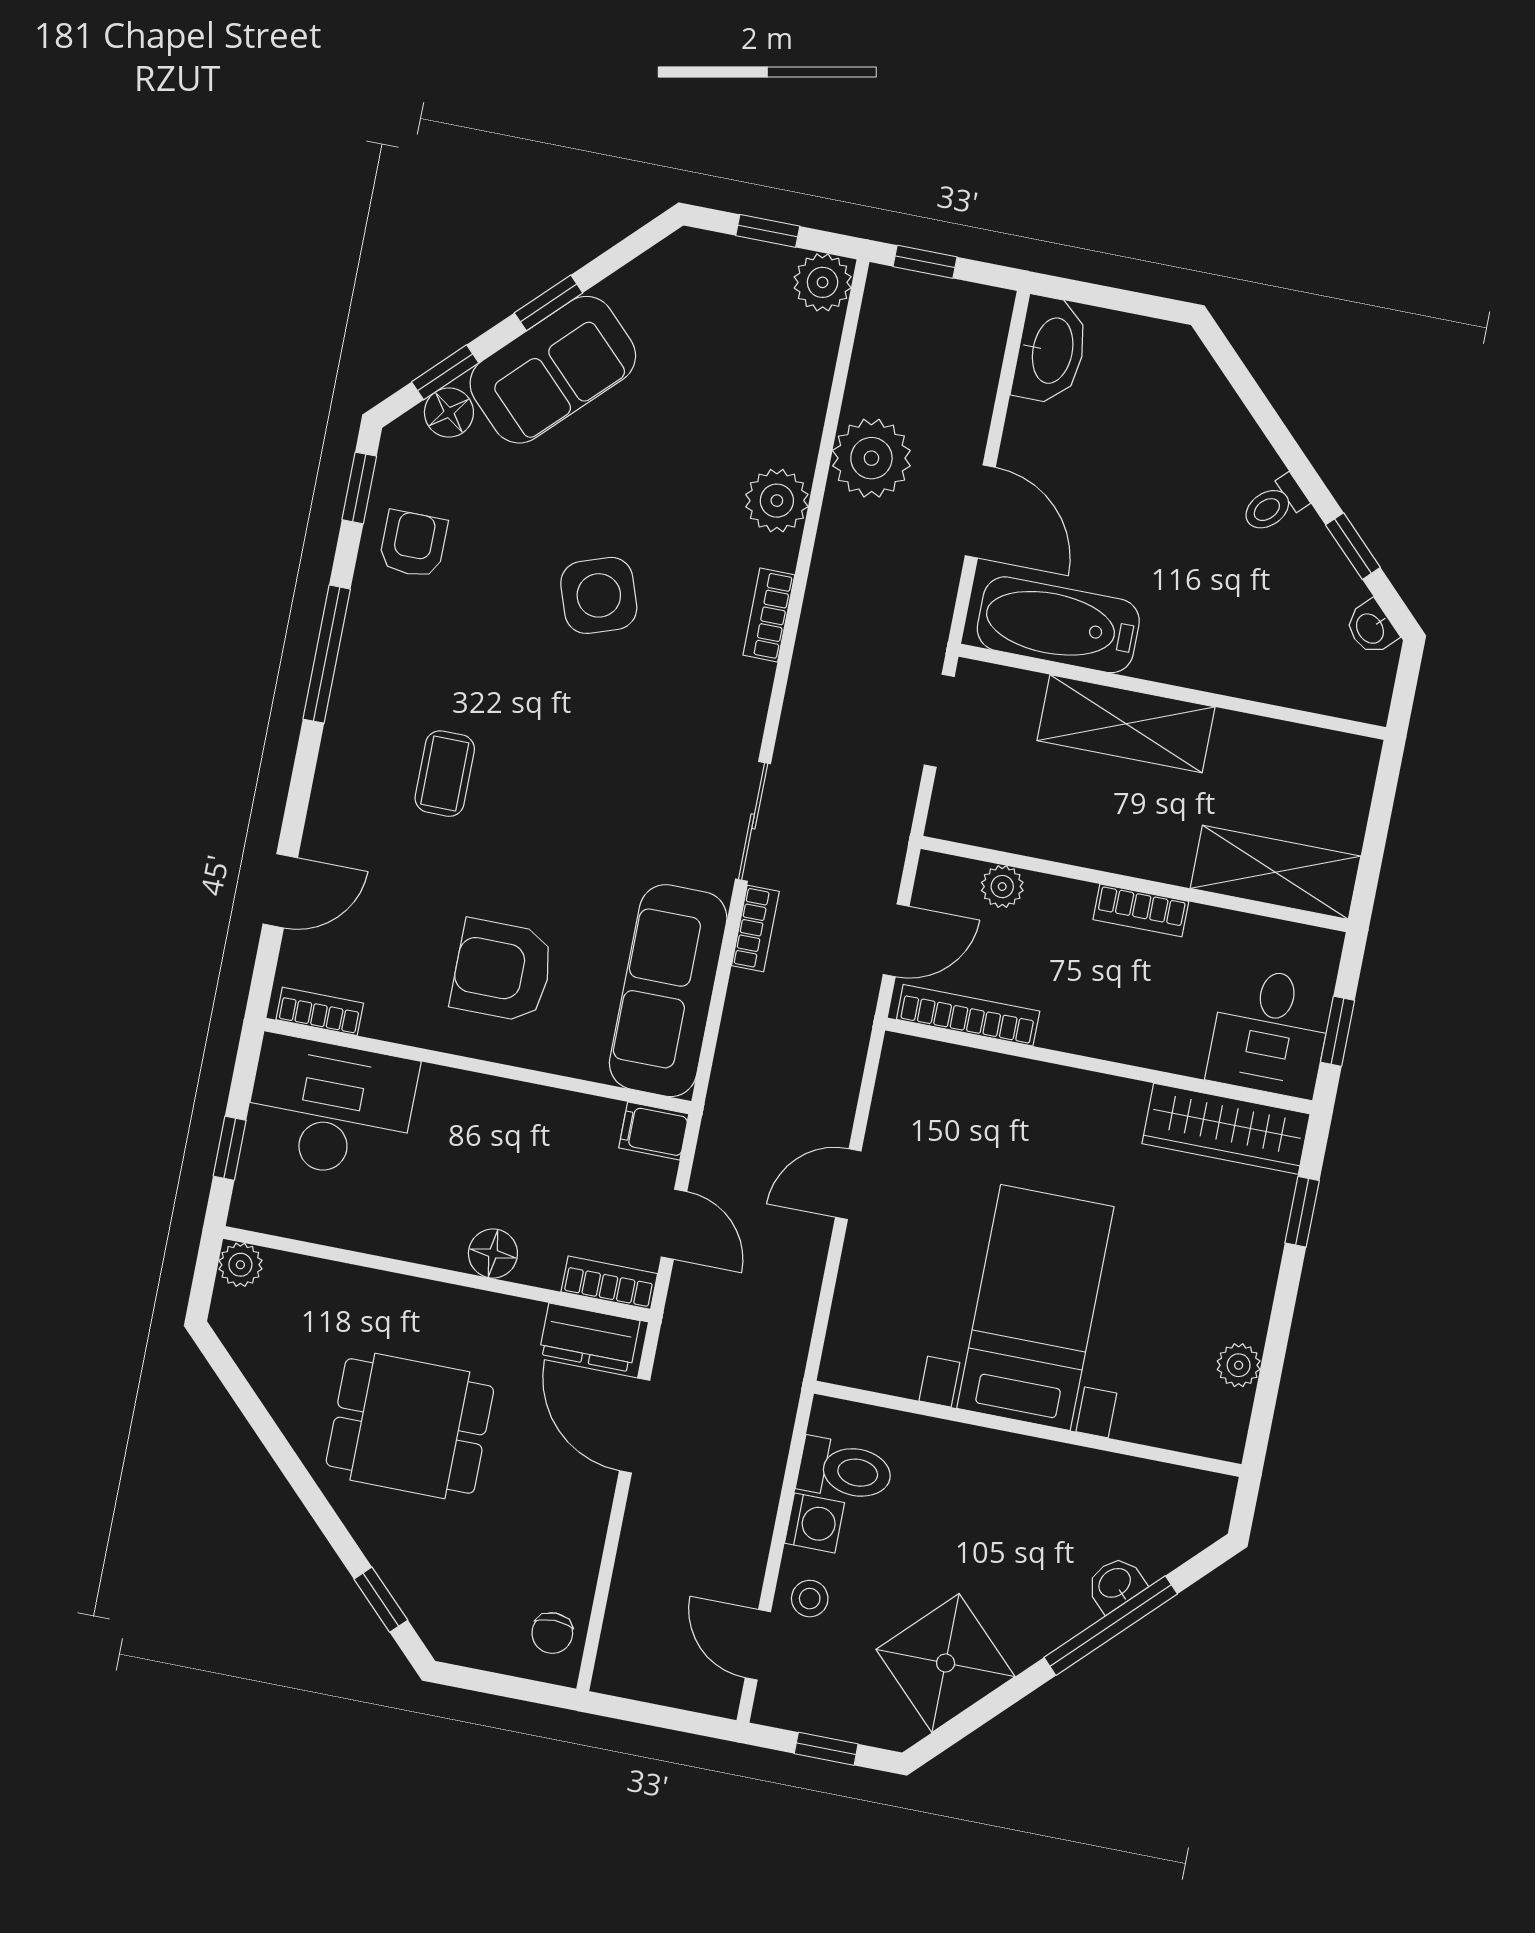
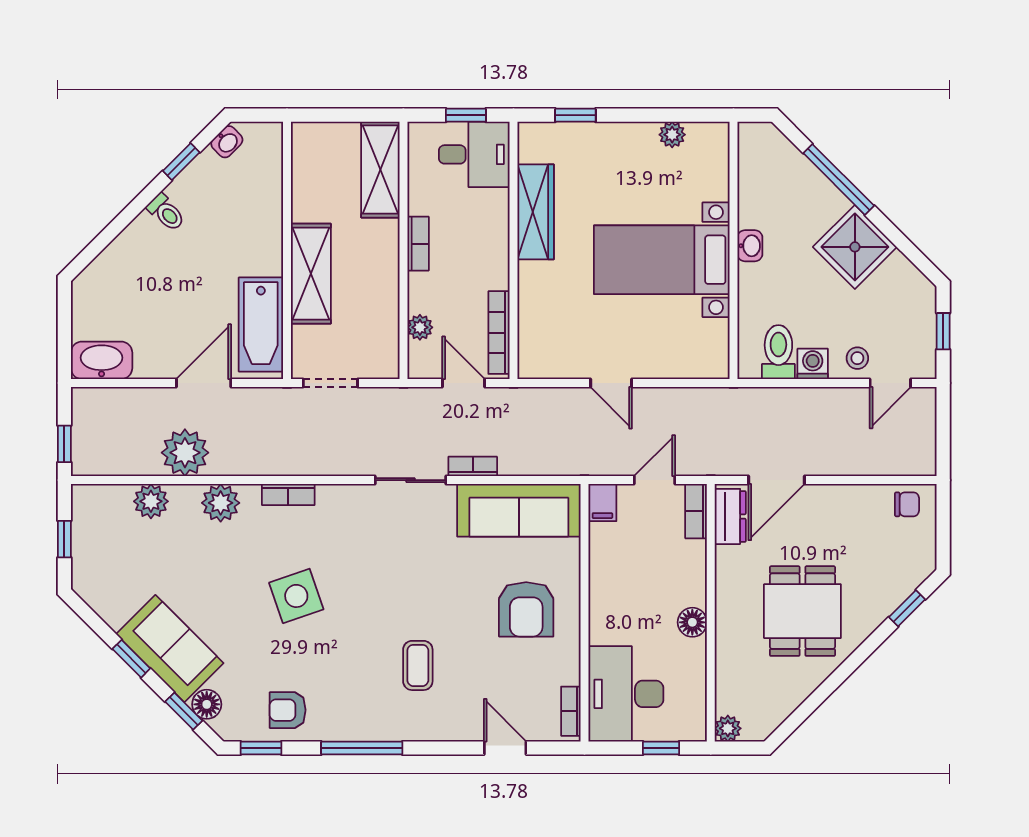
plant: (823, 282) -> (151, 501), moved
coffee table: (445, 774) -> (418, 665), turned 90
wardrobe: (1226, 1129) -> (536, 212), moved
floor lamp: (493, 1254) -> (692, 622), moved
washbasin: (1115, 1584) -> (750, 246), moved, turned -135
shower: (946, 1663) -> (855, 247), moved

